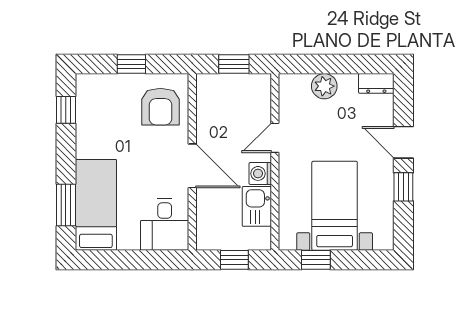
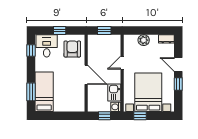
armchair: (160, 107) -> (72, 49), turned 180
washing machine: (260, 173) -> (116, 107), moved
bed with nightstands: (335, 206) -> (148, 92), width x1.36
desk: (165, 225) -> (47, 46), moved, turned 180

